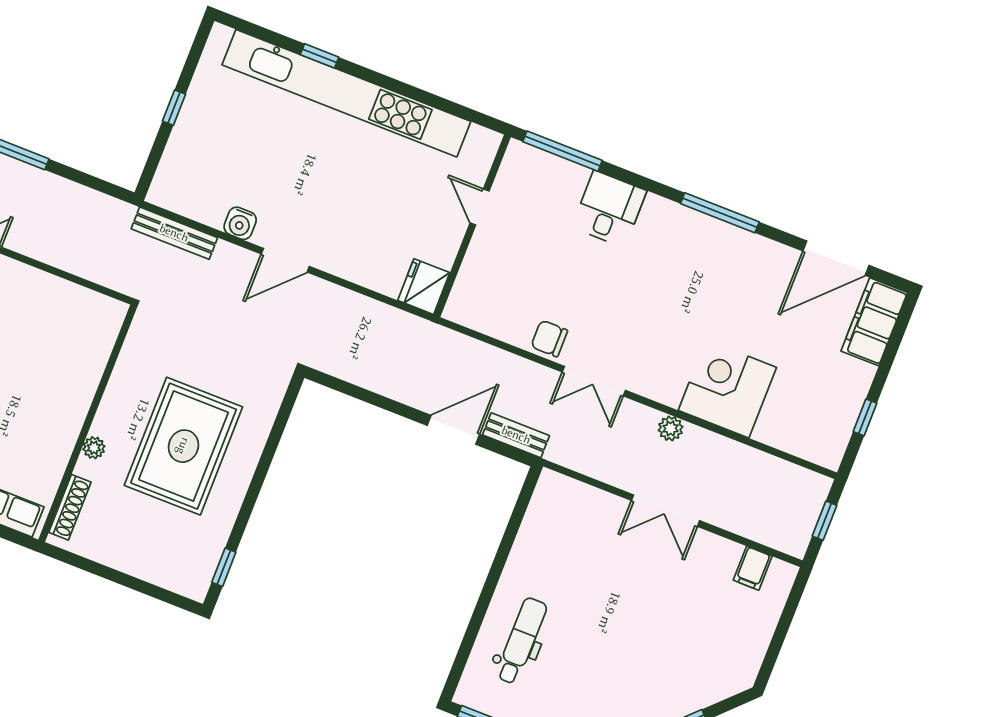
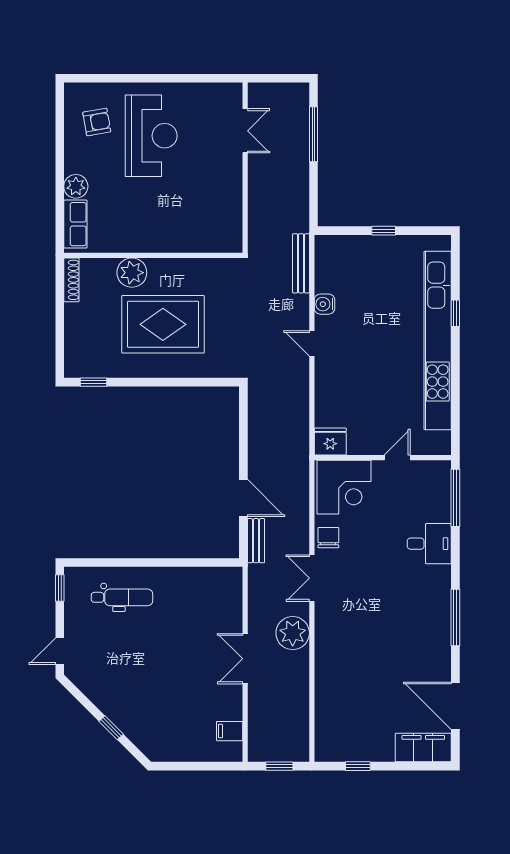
door: (285, 260) -> (312, 343), width x0.73
corner desk: (727, 389) -> (344, 487), moved, turned 90
plant: (671, 428) -> (293, 633), width x1.88, depth x1.88
plant: (94, 448) -> (132, 273), width x1.87, depth x1.87
shoe rack: (70, 507) -> (71, 280), moved, turned -90

